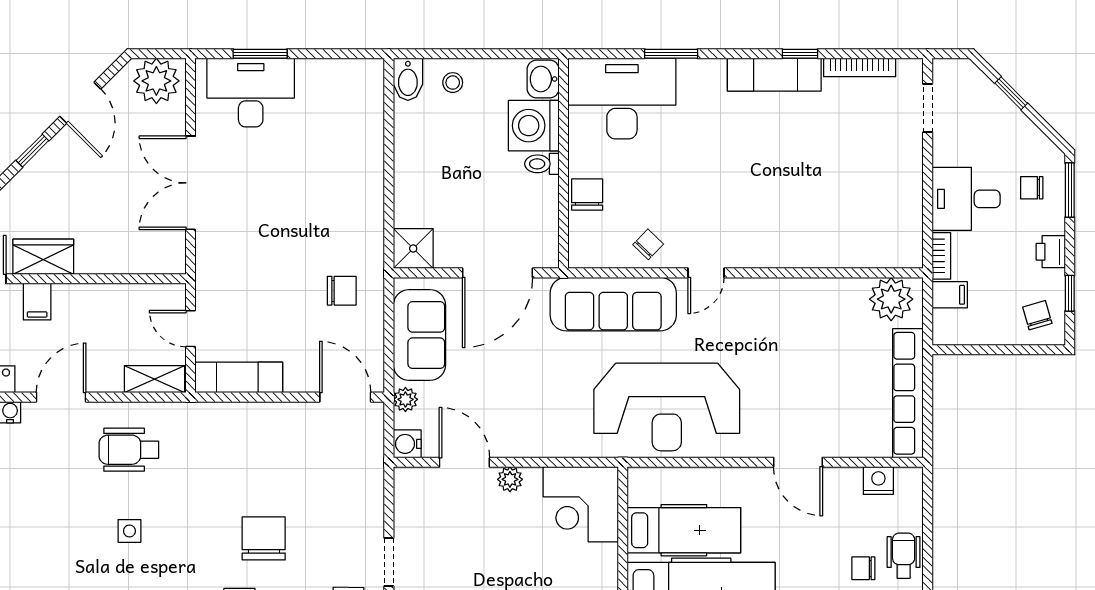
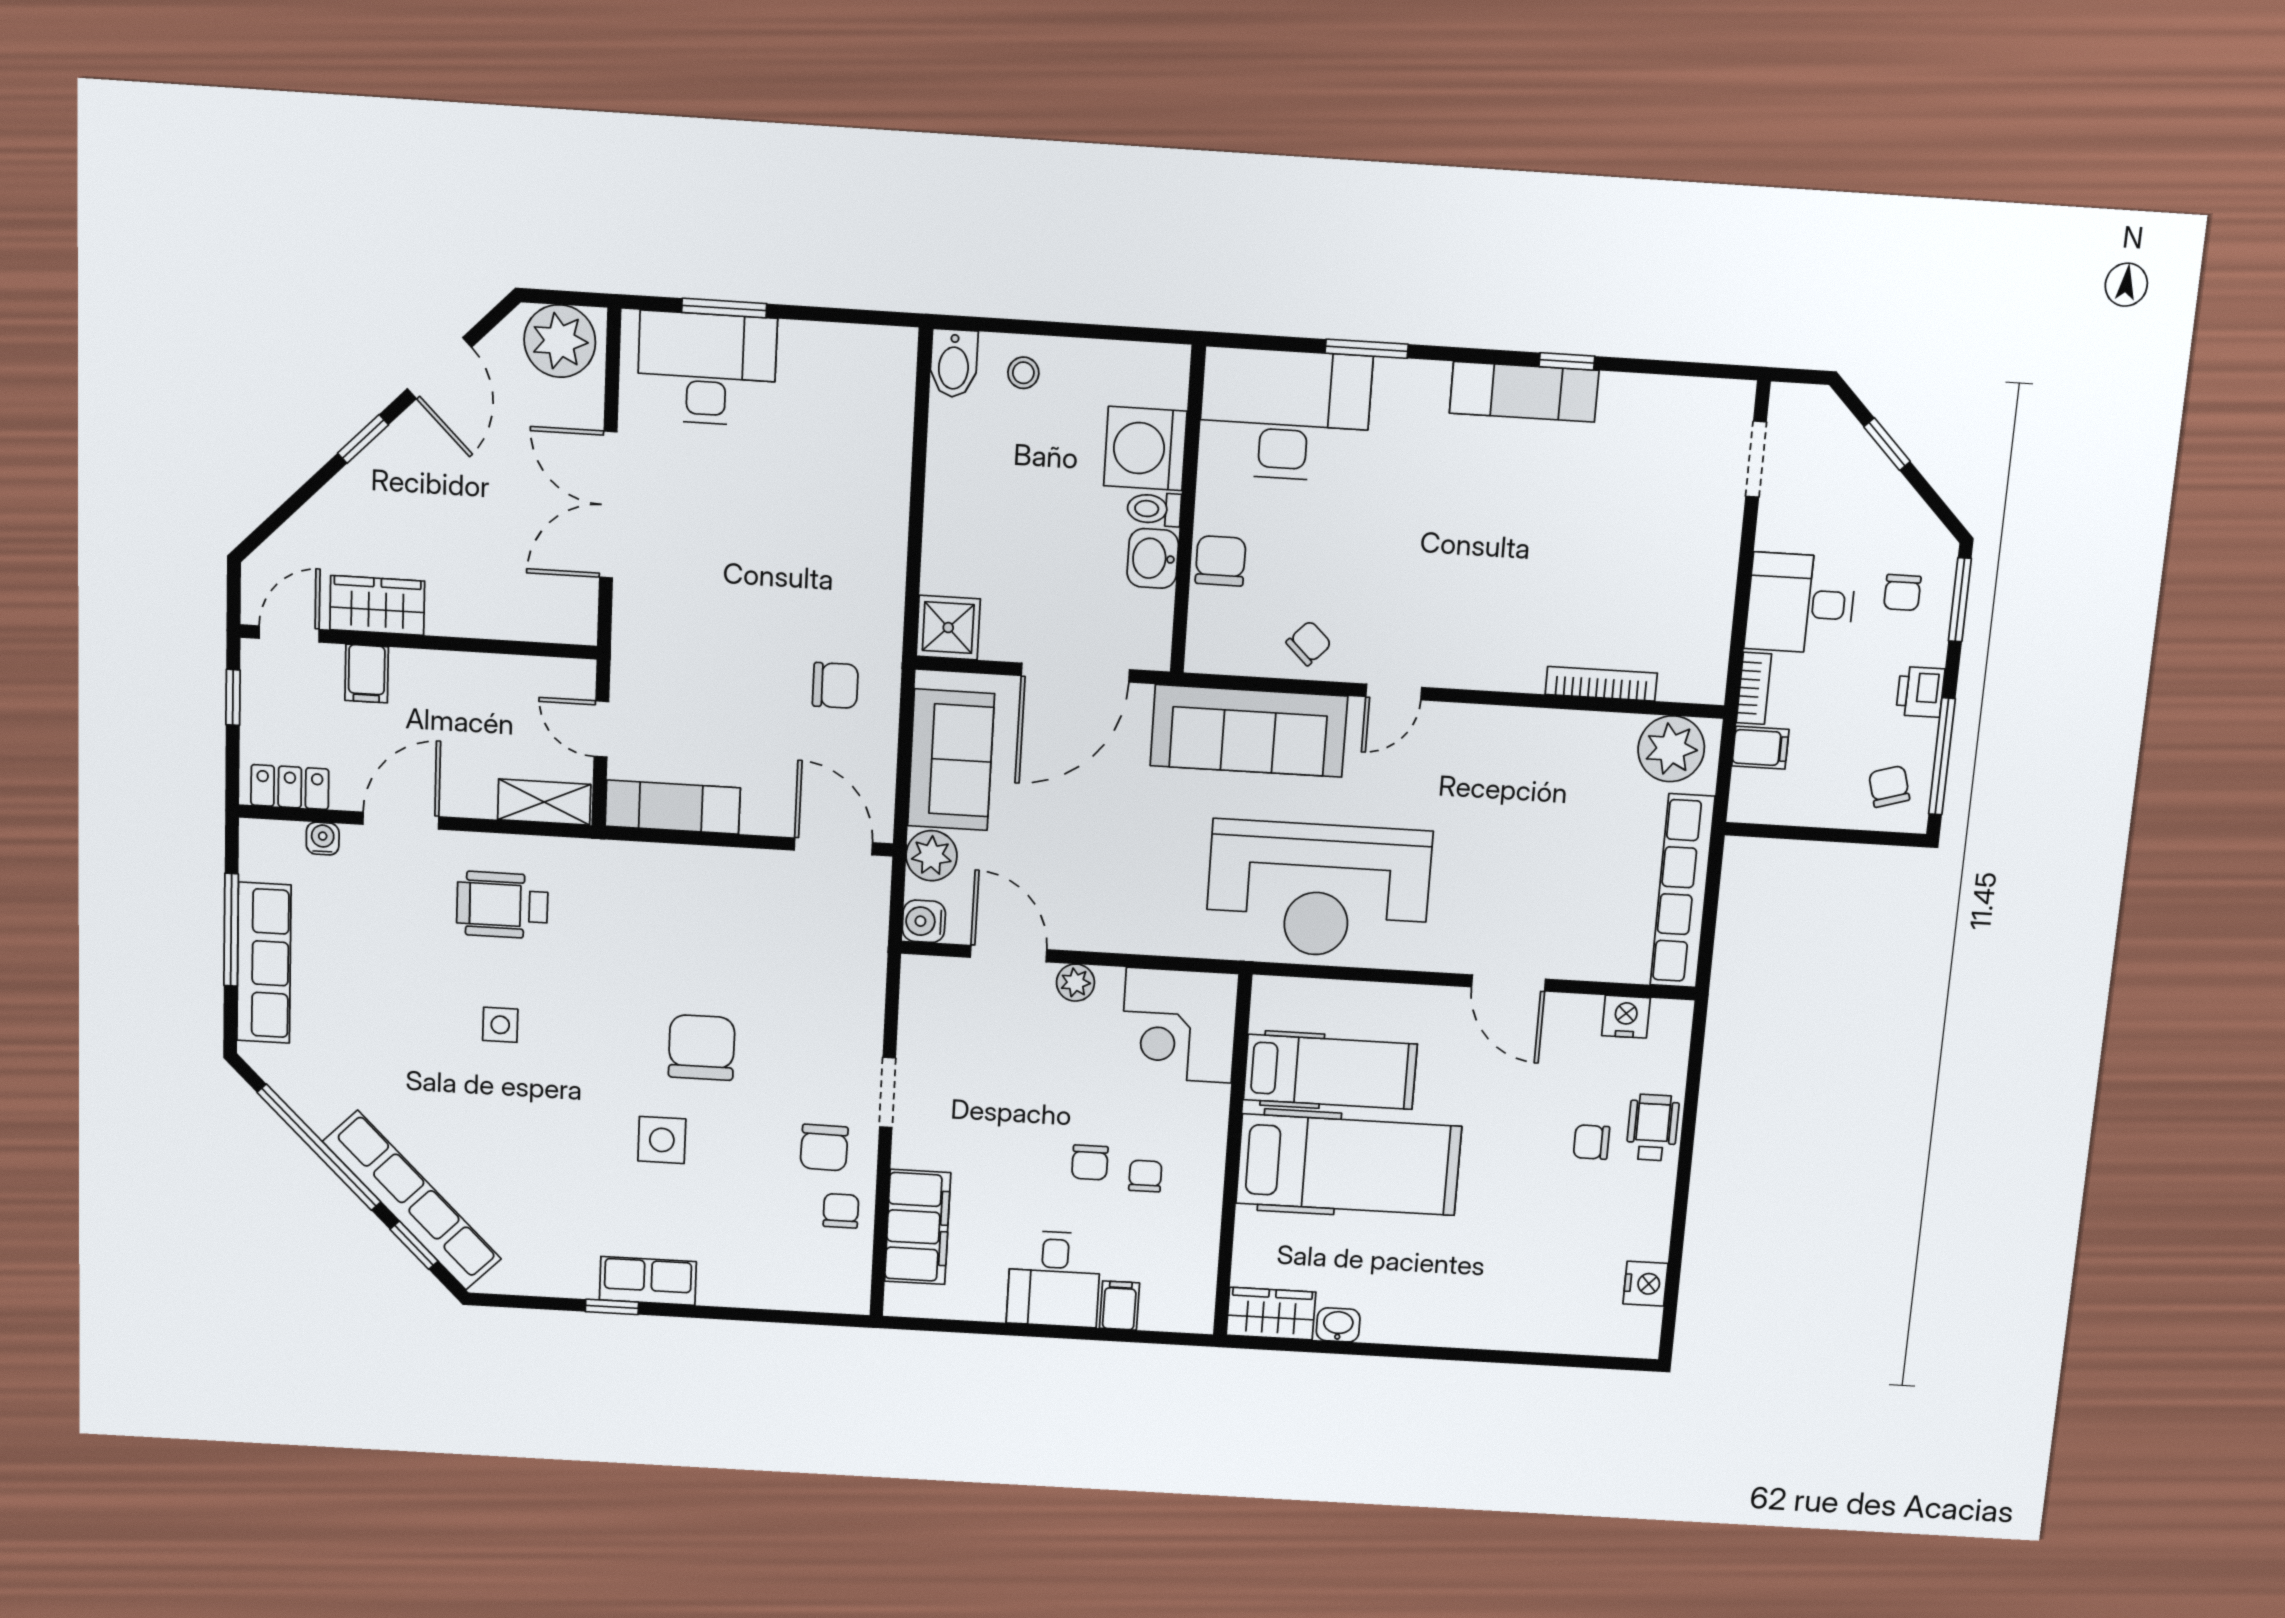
bookcase: (860, 67) -> (1601, 684), moved, turned 180
washbasin: (543, 79) -> (1153, 558), moved
chair: (1032, 188) -> (1902, 593), turned -90
window: (1070, 293) -> (1942, 756), width x2.17
plant: (405, 399) -> (932, 856), width x1.38, depth x1.38

